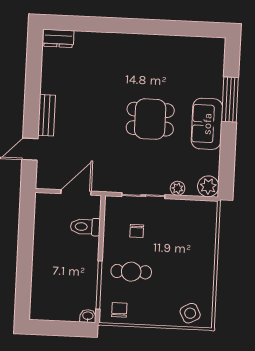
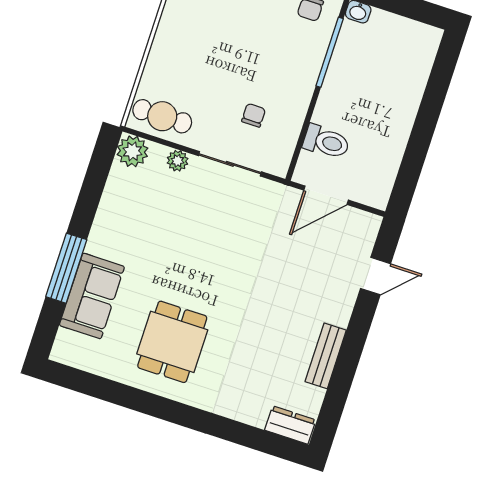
bench: (47, 115) -> (326, 356), moved
dining table: (150, 119) -> (172, 342), moved, turned 90
sofa: (207, 124) -> (92, 296), moved
cafe table: (131, 272) -> (162, 116), moved

